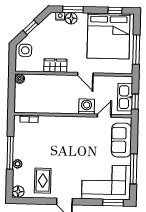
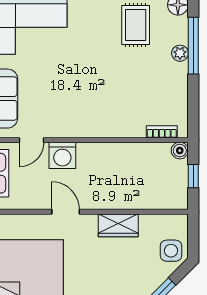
boiler: (20, 79) -> (180, 151), moved
window: (12, 93) -> (193, 176), added
window: (10, 153) -> (193, 46), moved

